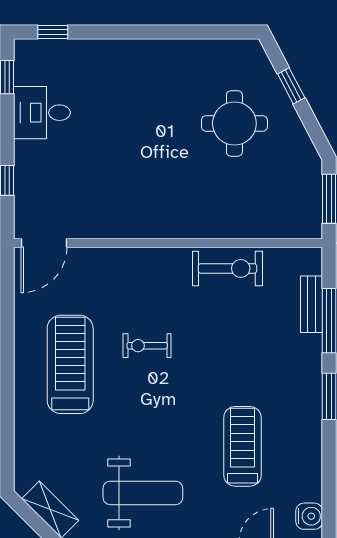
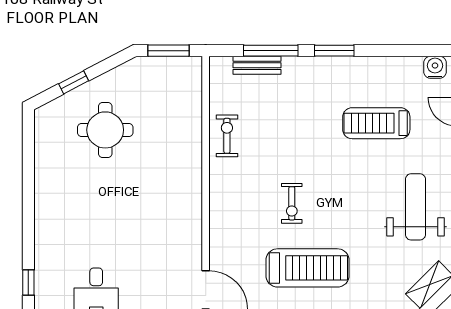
exercise bike: (228, 268) -> (227, 136), width x0.73, depth x0.72
treadmill: (70, 364) -> (308, 268), turned 180

